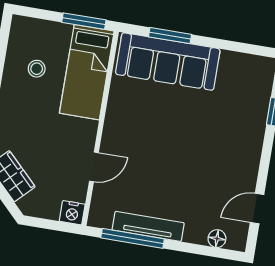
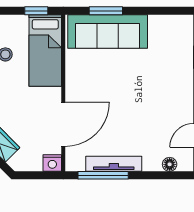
window: (84, 21) -> (36, 11), width x0.67
door: (94, 167) -> (63, 124), width x1.88

